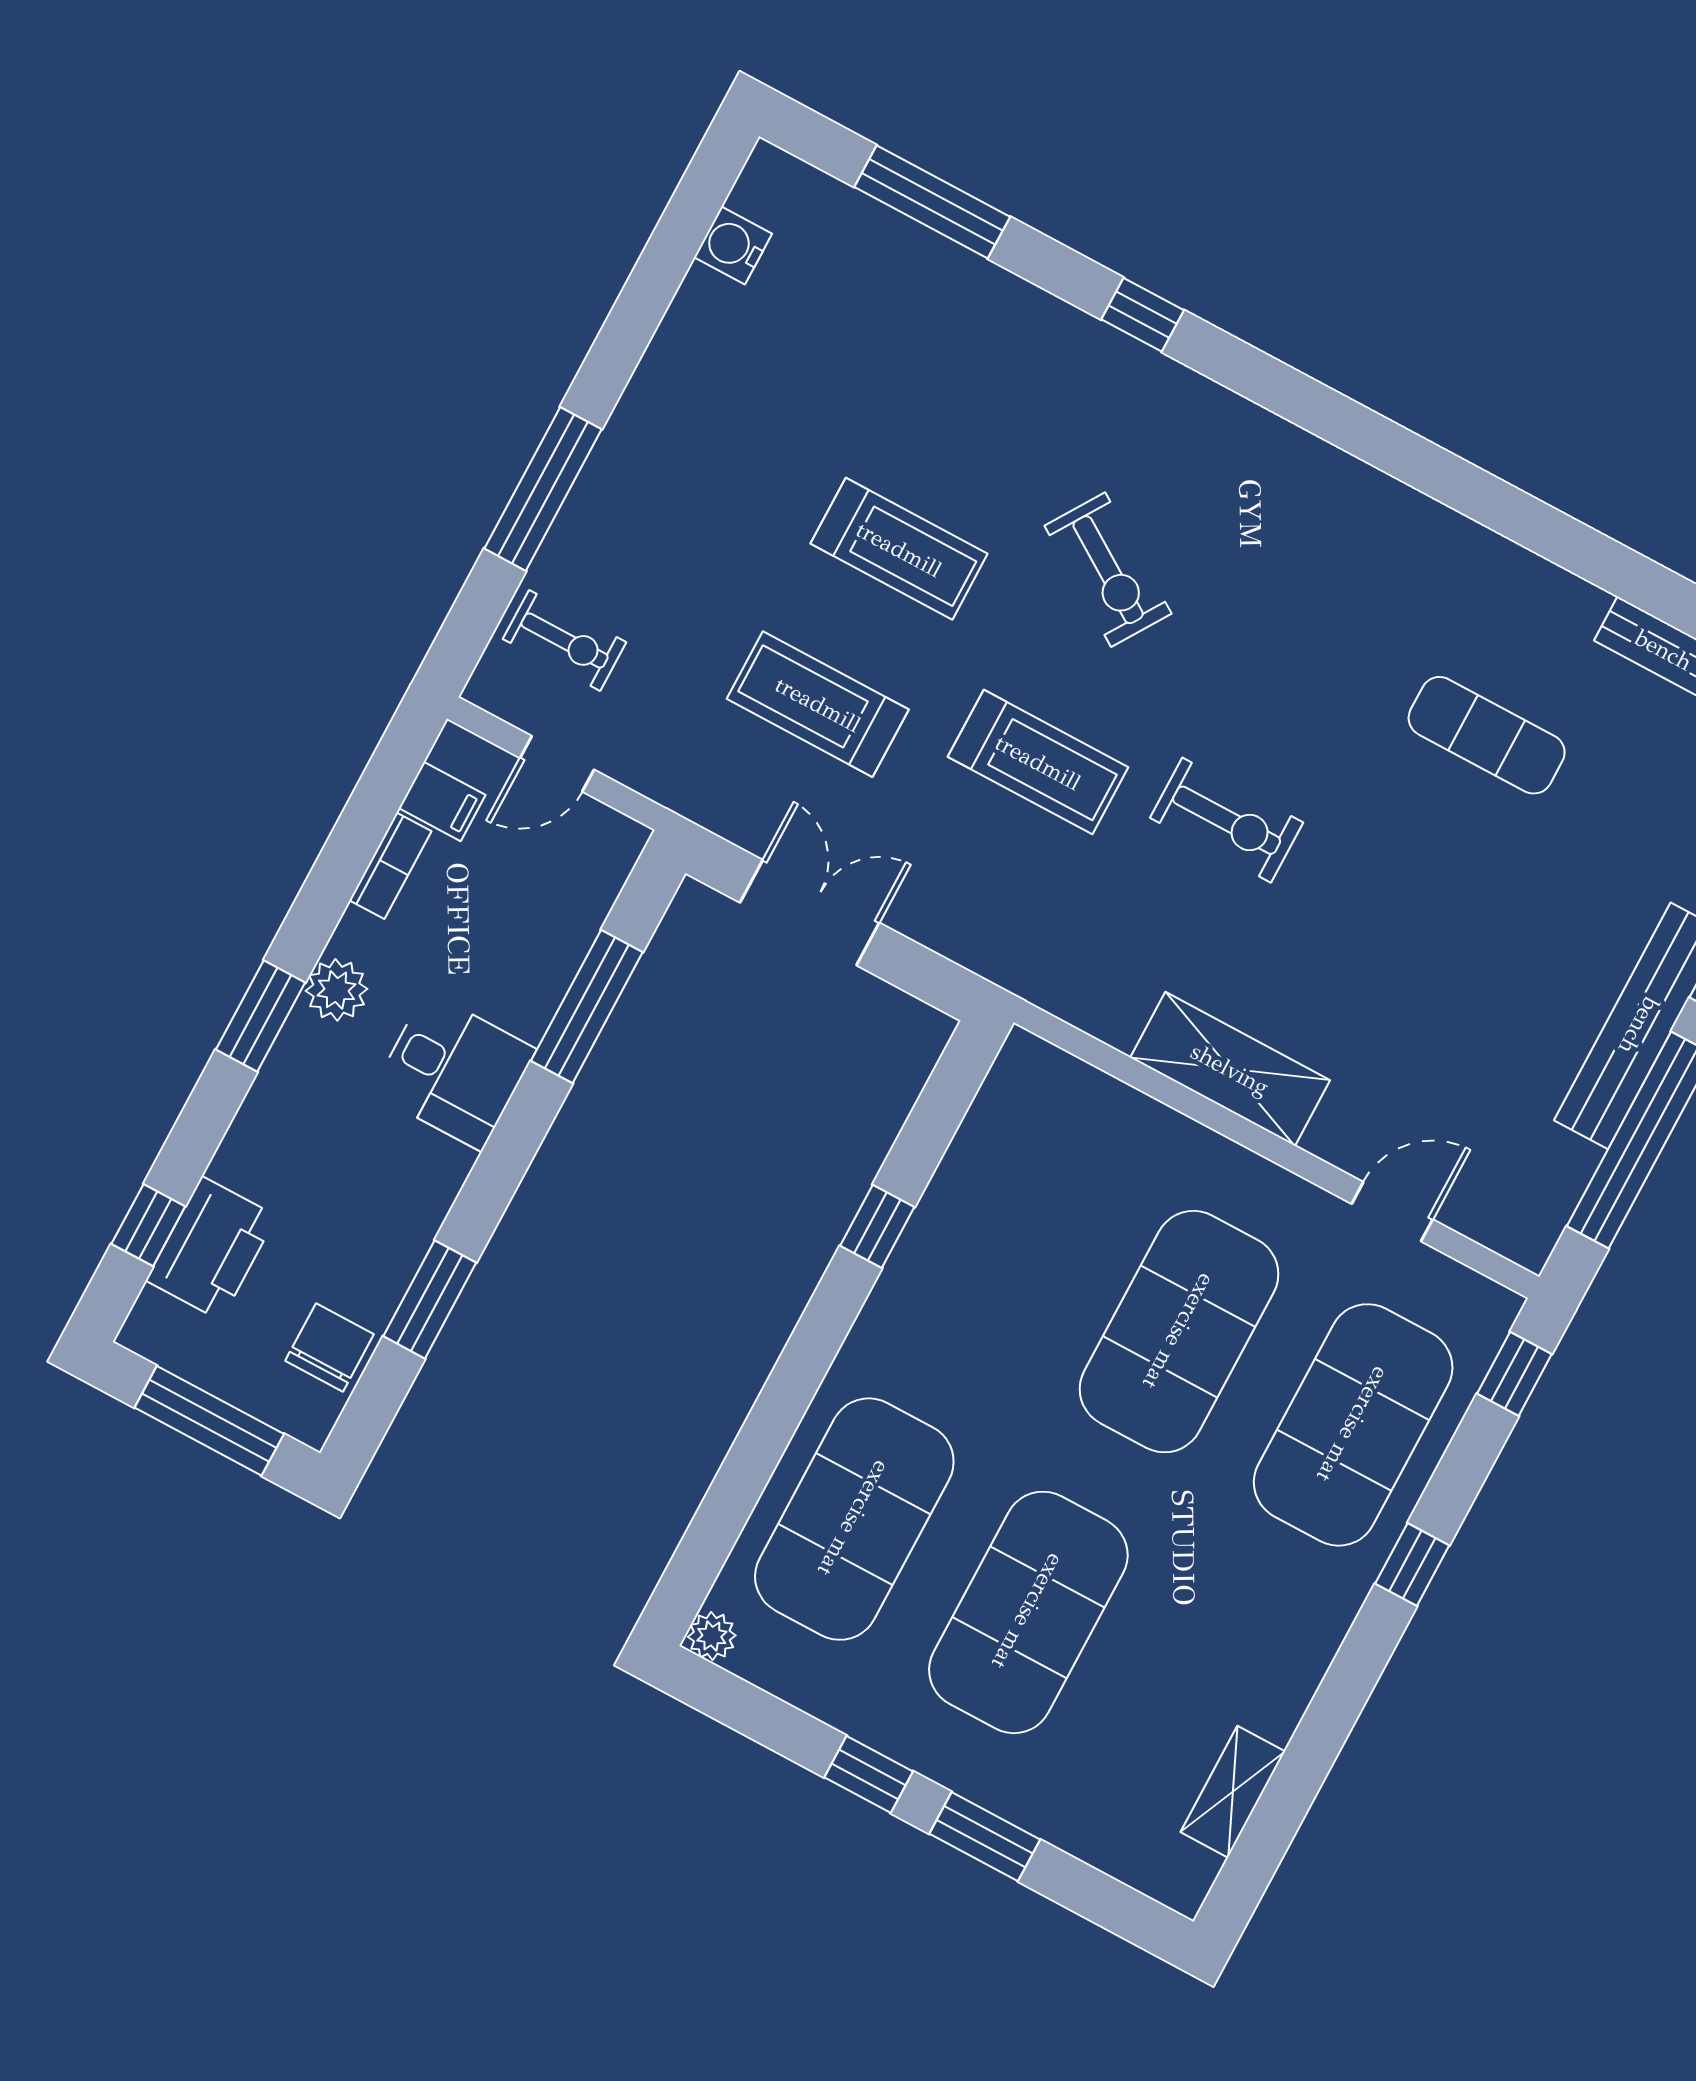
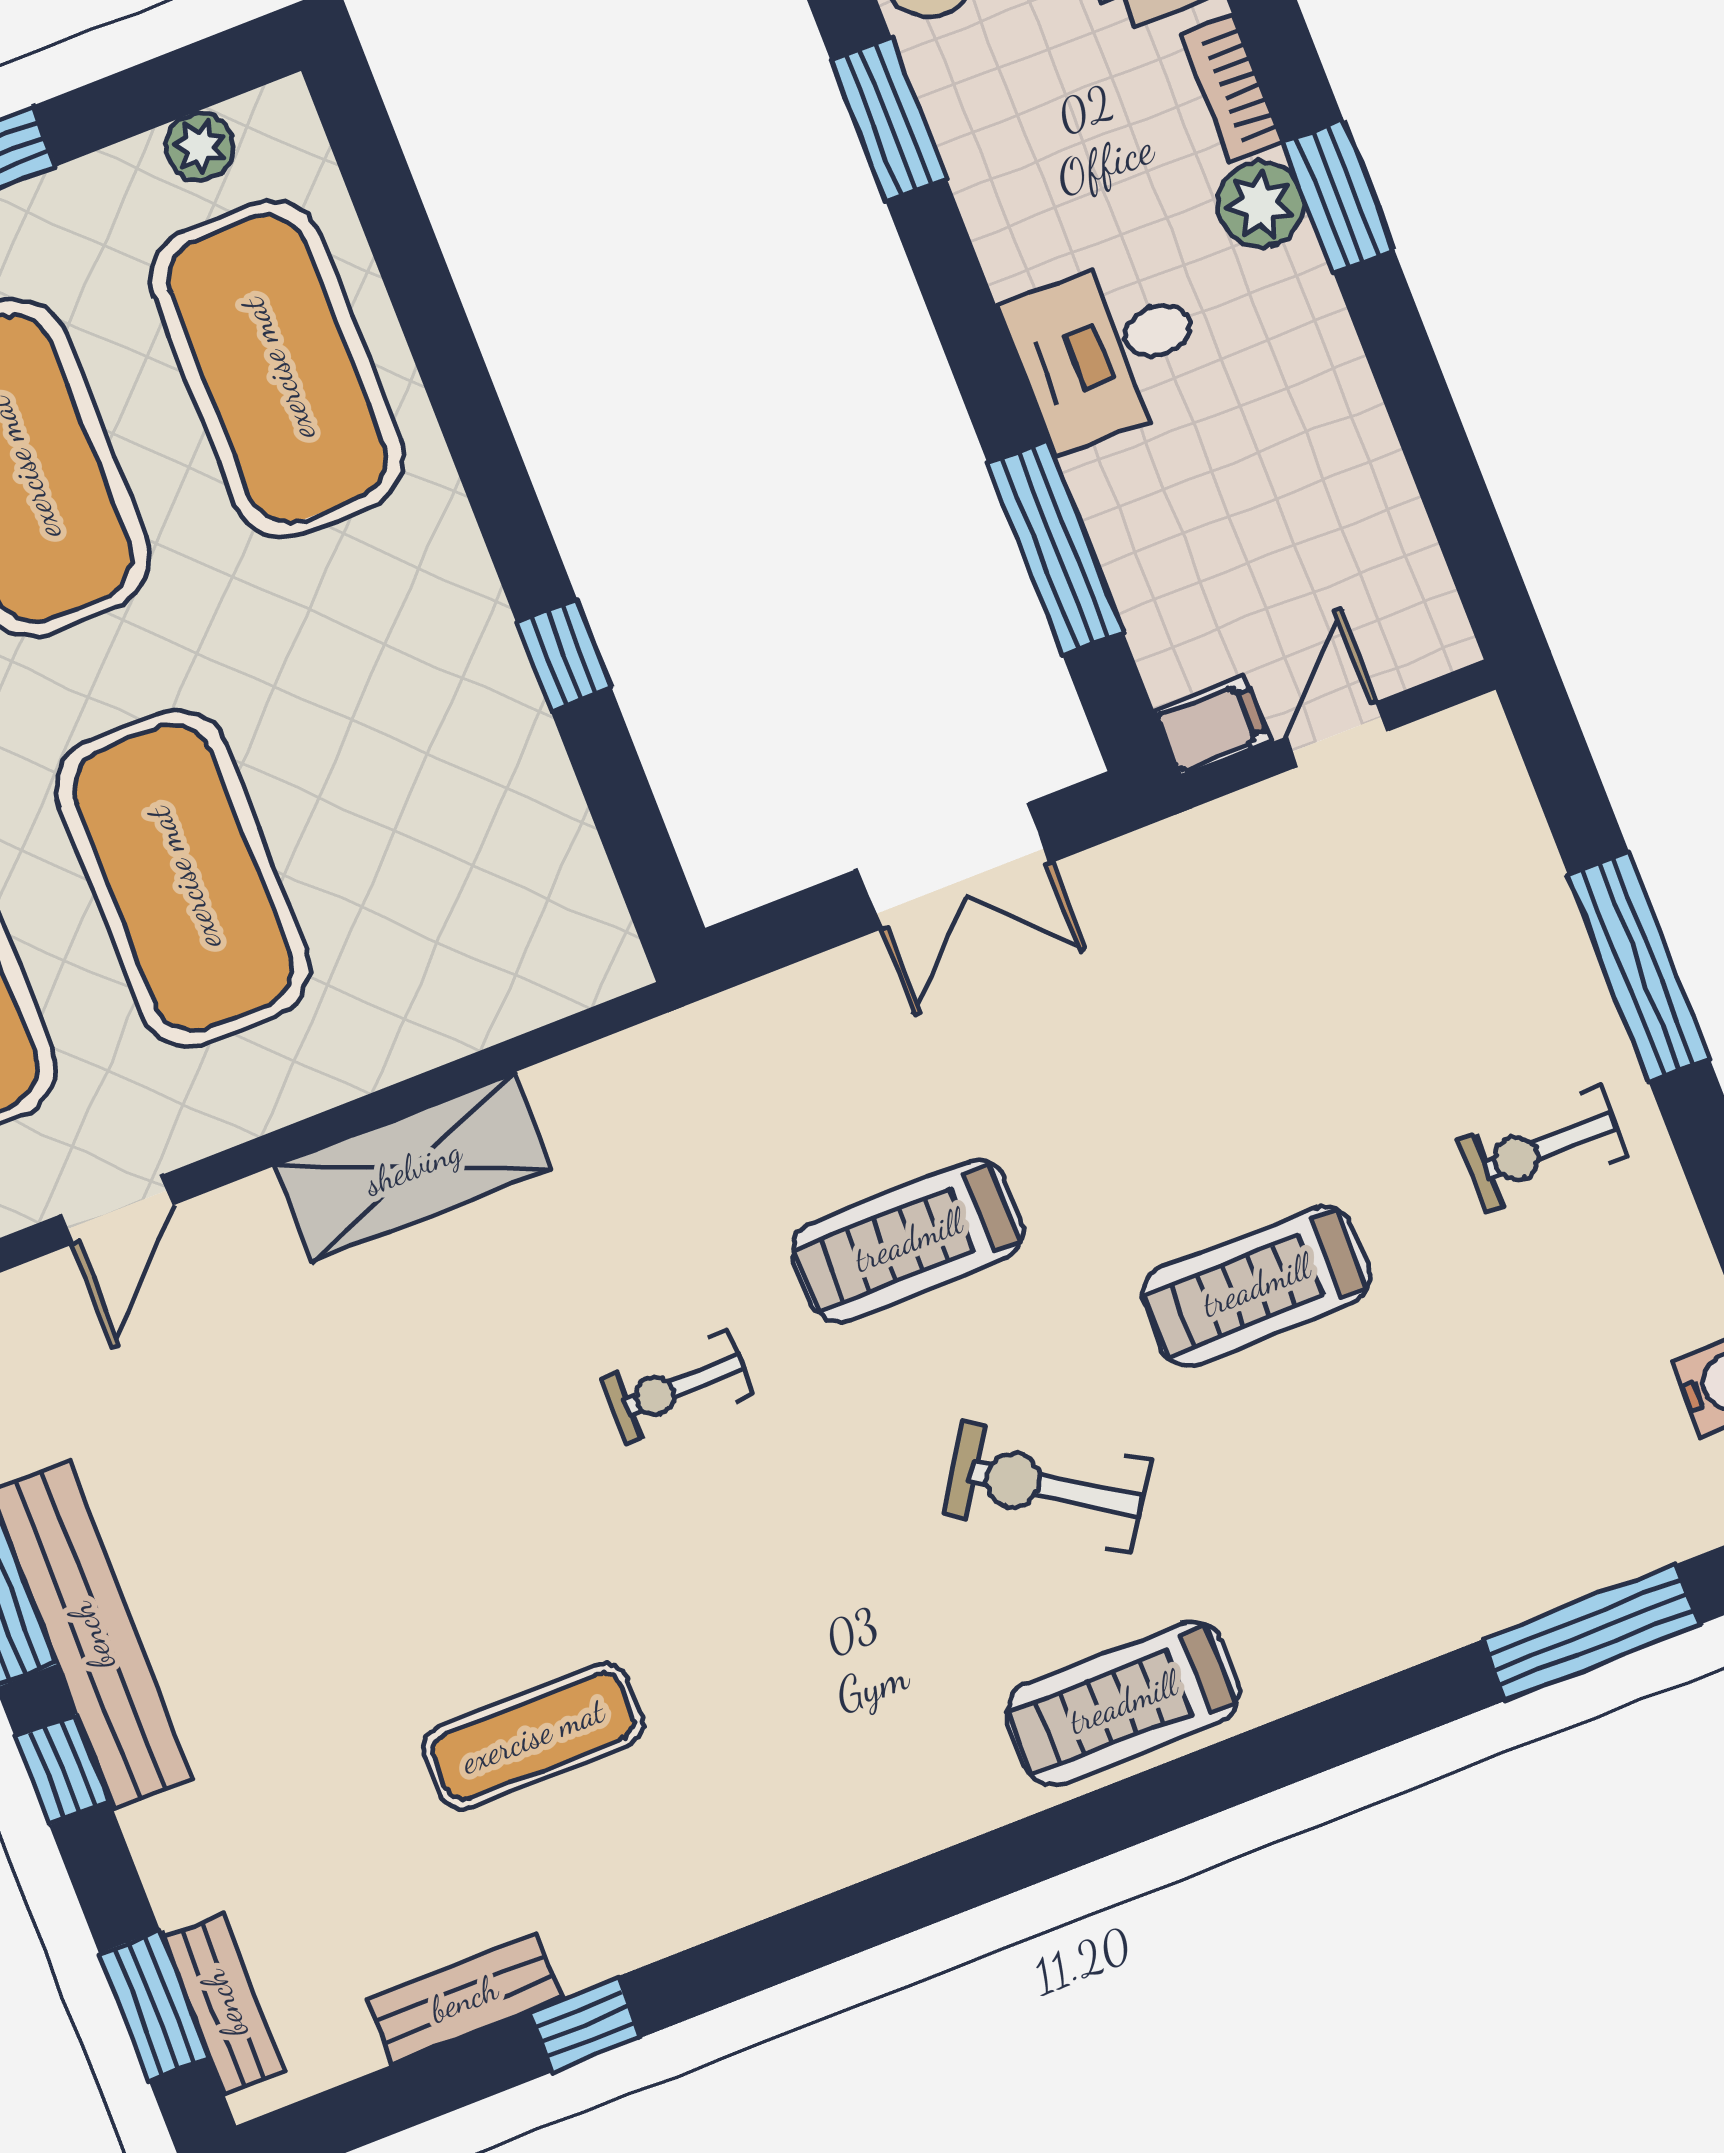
window: (1143, 315) -> (585, 2025), moved
exercise bike: (565, 641) -> (1542, 1148), moved
treadmill: (818, 704) -> (1123, 1703), moved, turned 180
filing cabinet: (442, 802) -> (1212, 726), moved, turned 180
exercise bike: (1227, 820) -> (677, 1387), width x0.73, depth x0.72
bookcase: (390, 866) -> (1232, 88), moved
plant: (336, 990) -> (1260, 204), moved
plant: (712, 1636) -> (200, 146), moved

